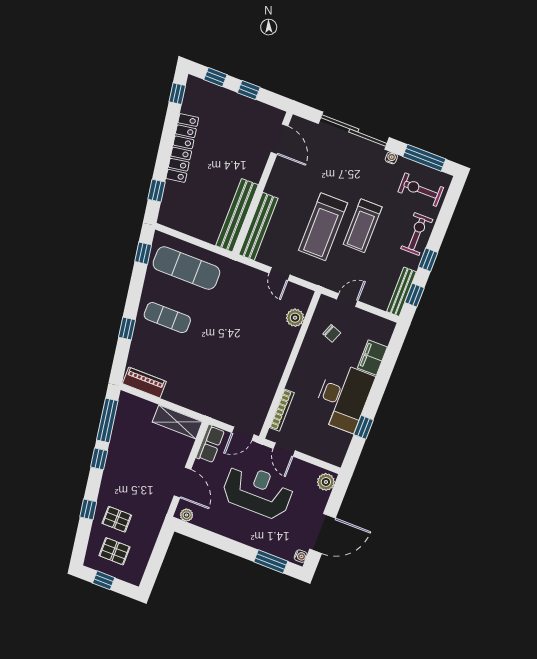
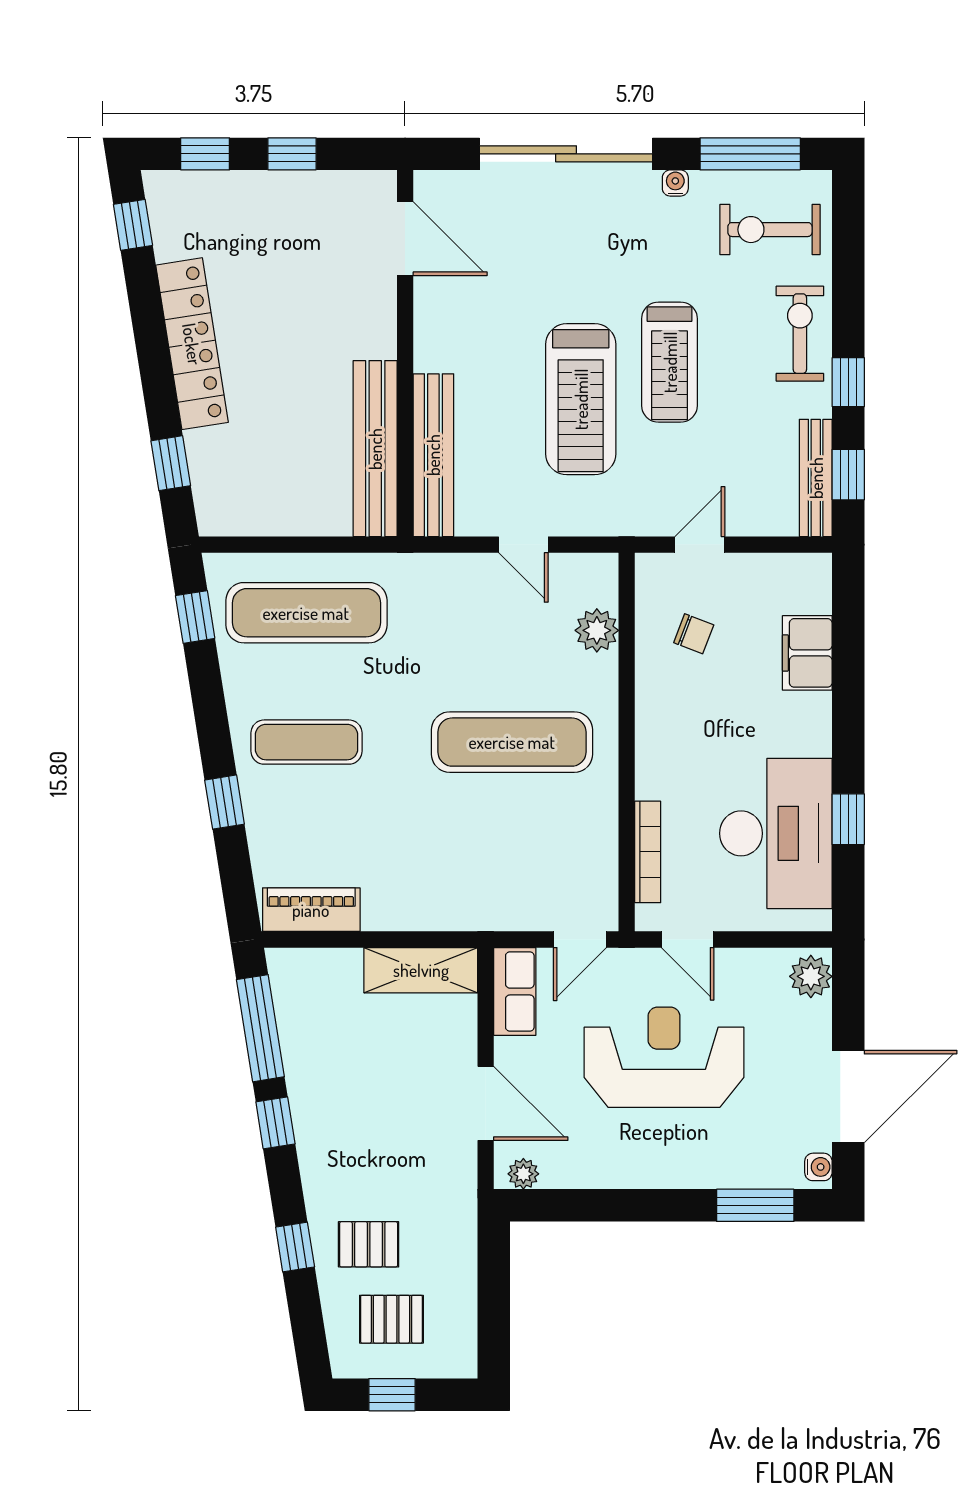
exercise mat: (246, 348) -> (512, 742), added
desk: (343, 397) -> (776, 833), moved

